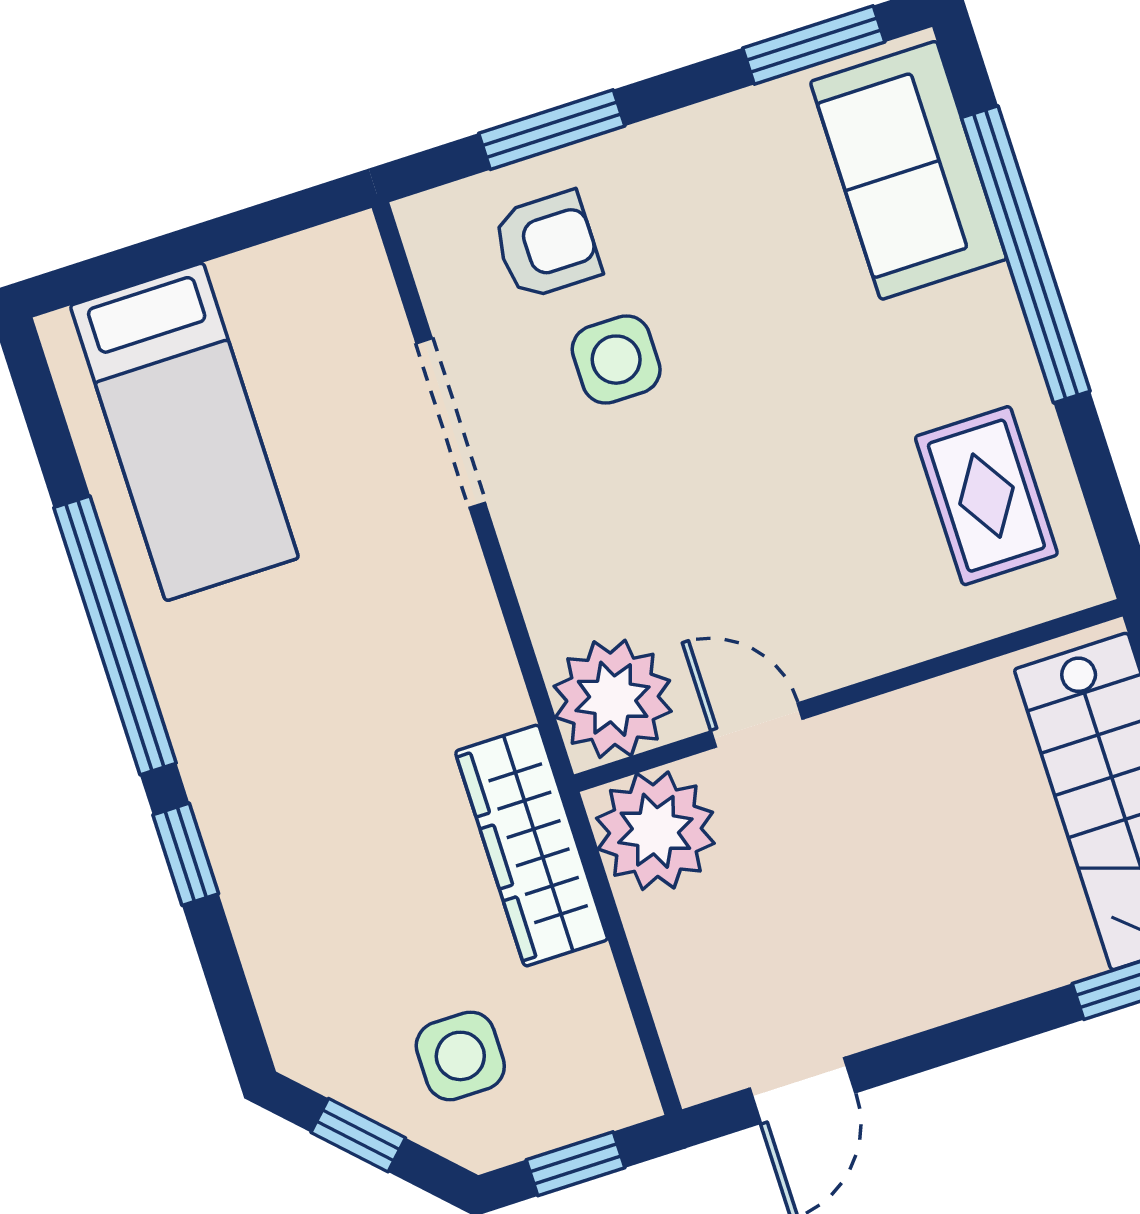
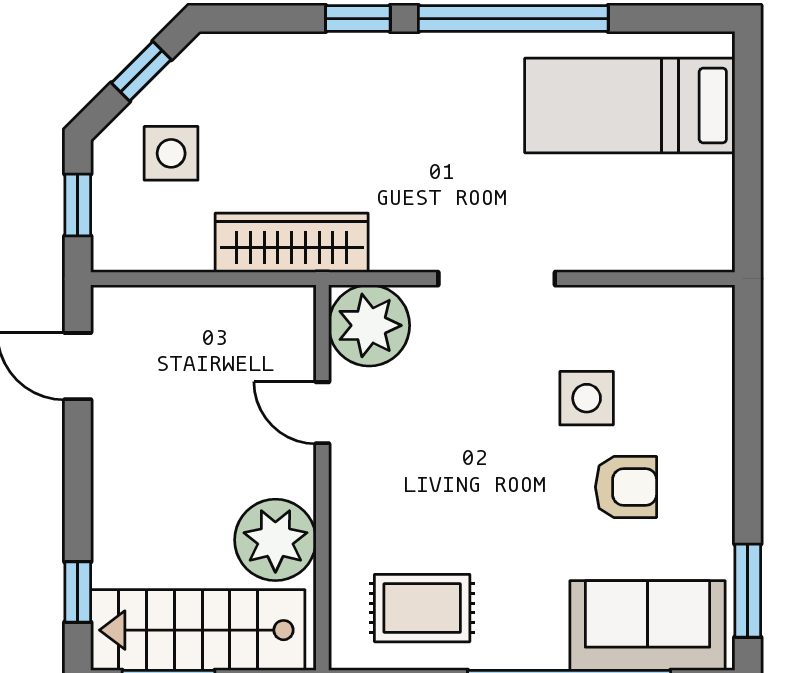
window: (552, 130) -> (748, 405), removed
armchair: (547, 245) -> (626, 487), moved, turned -90
doorway: (451, 423) -> (497, 279), moved
door: (757, 725) -> (322, 413), swing flipped
plant: (655, 831) -> (275, 540), moved

